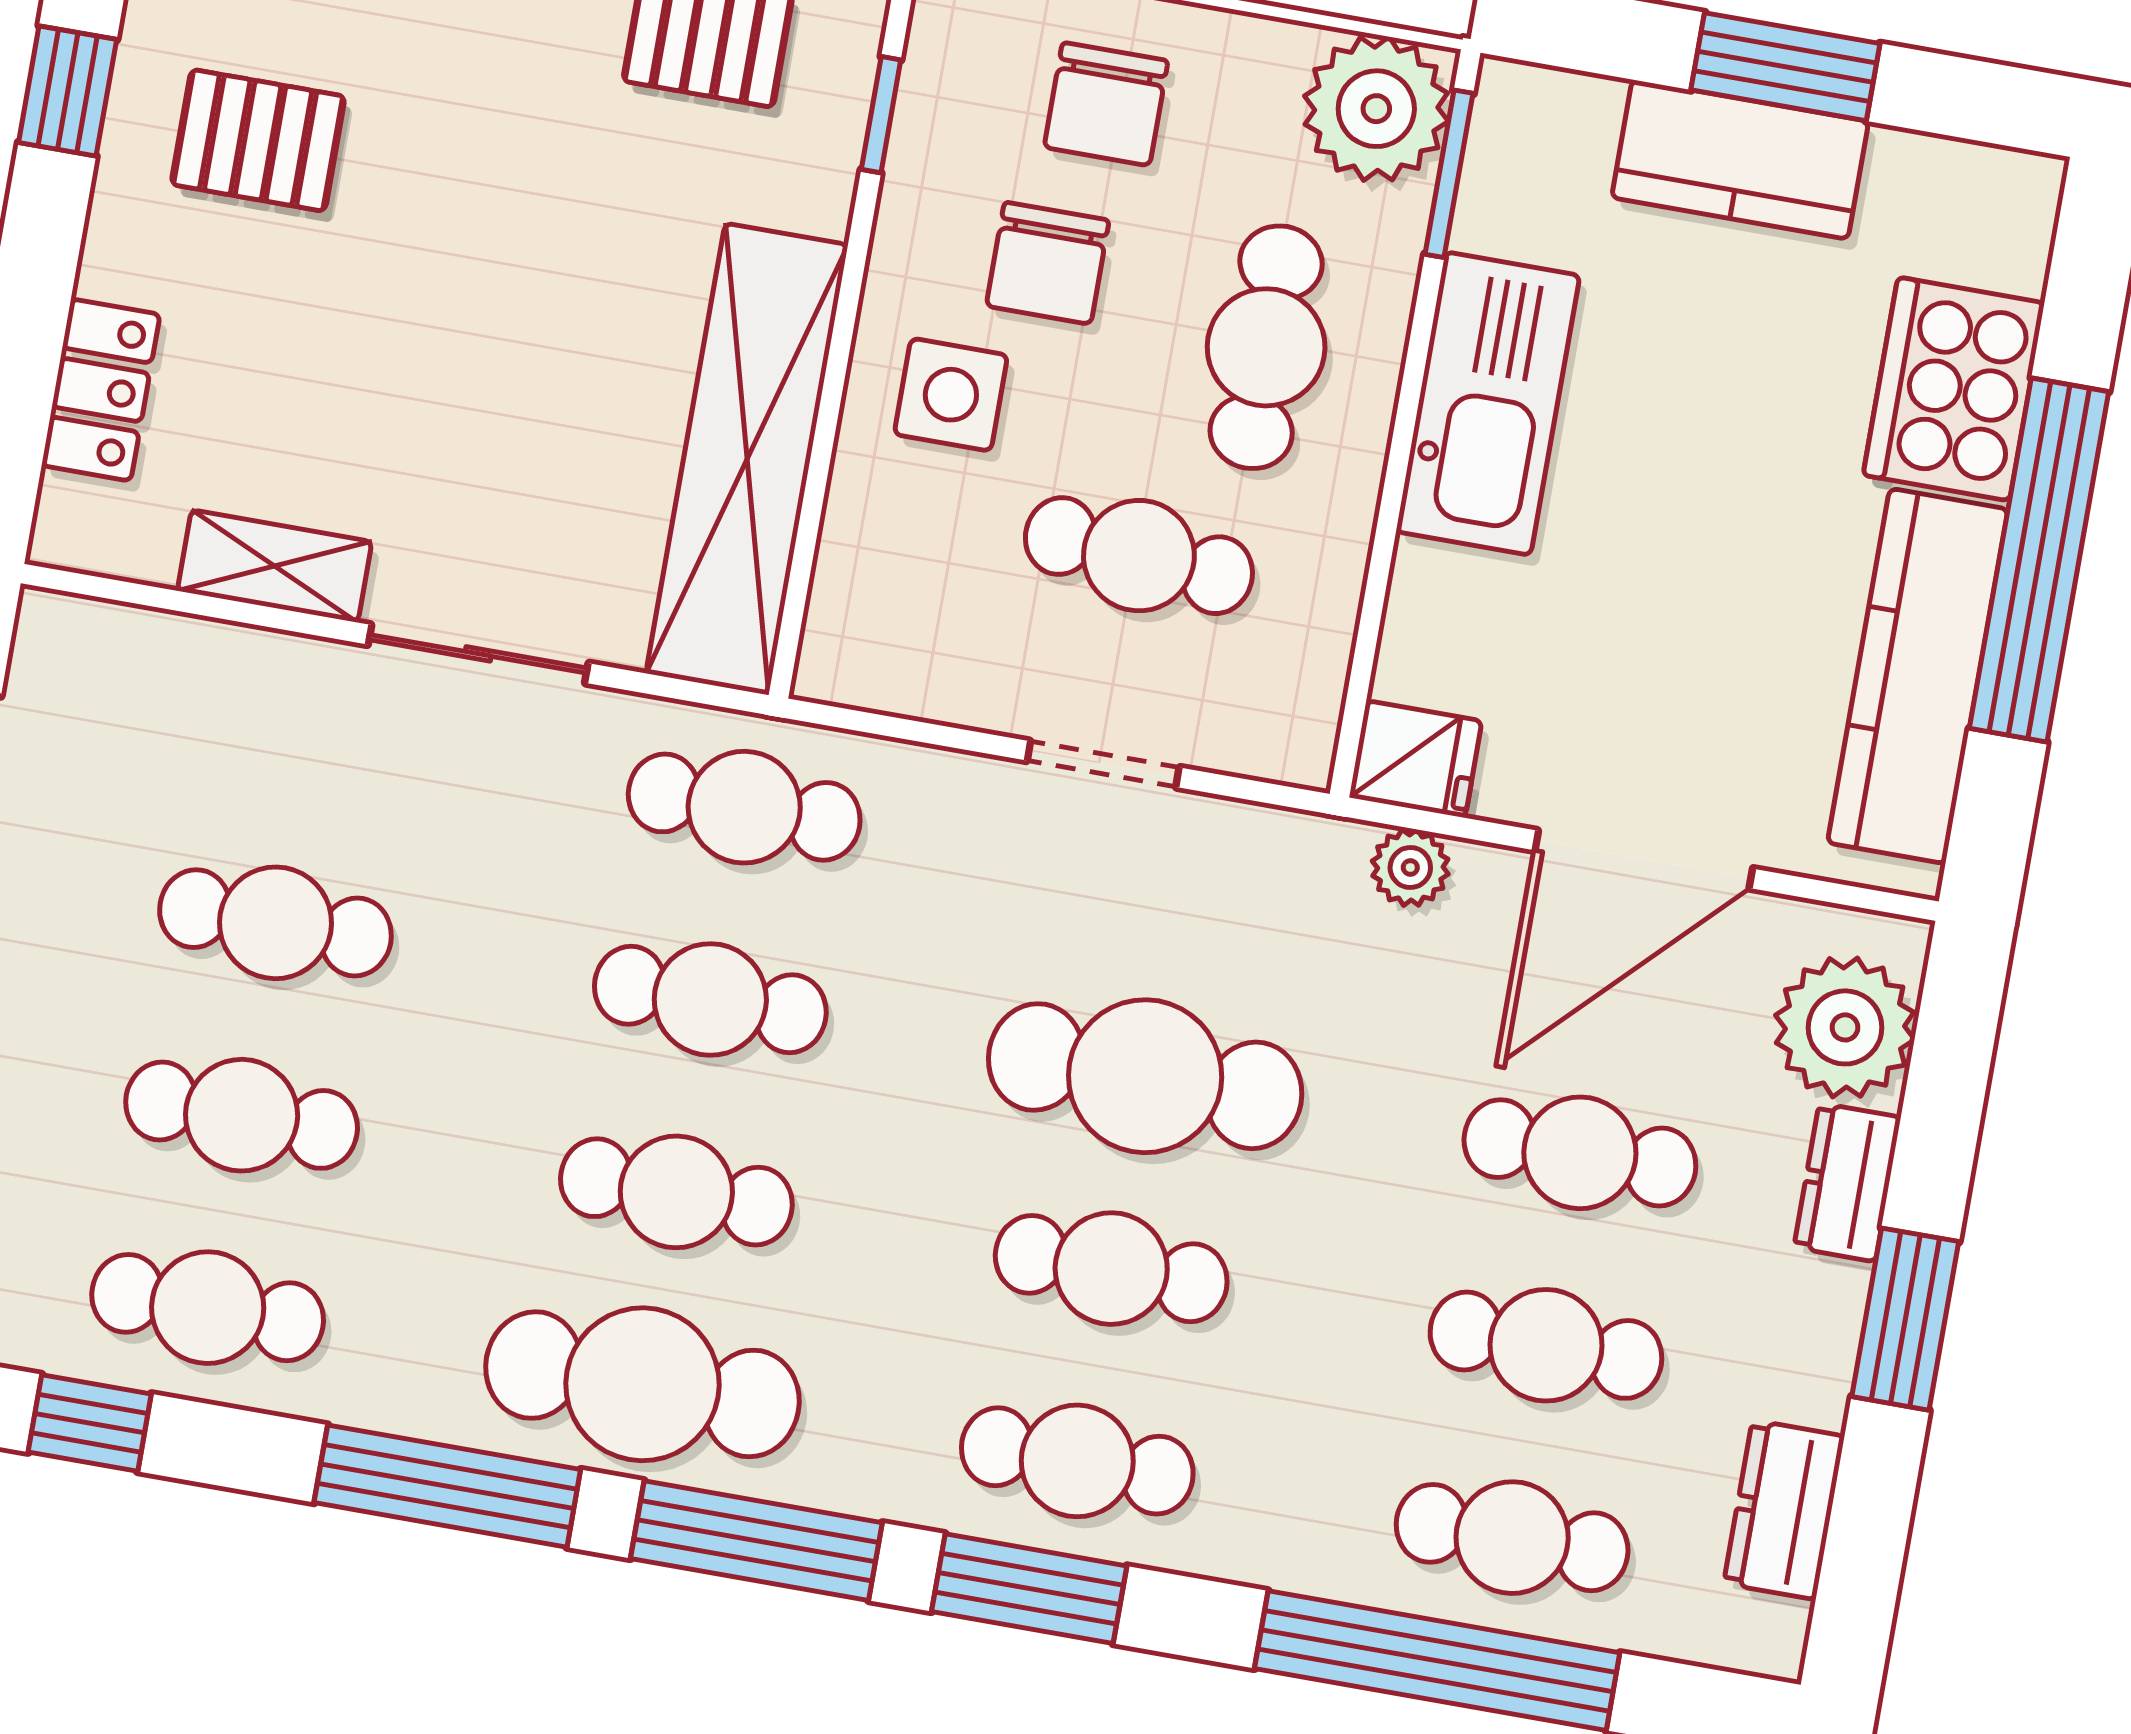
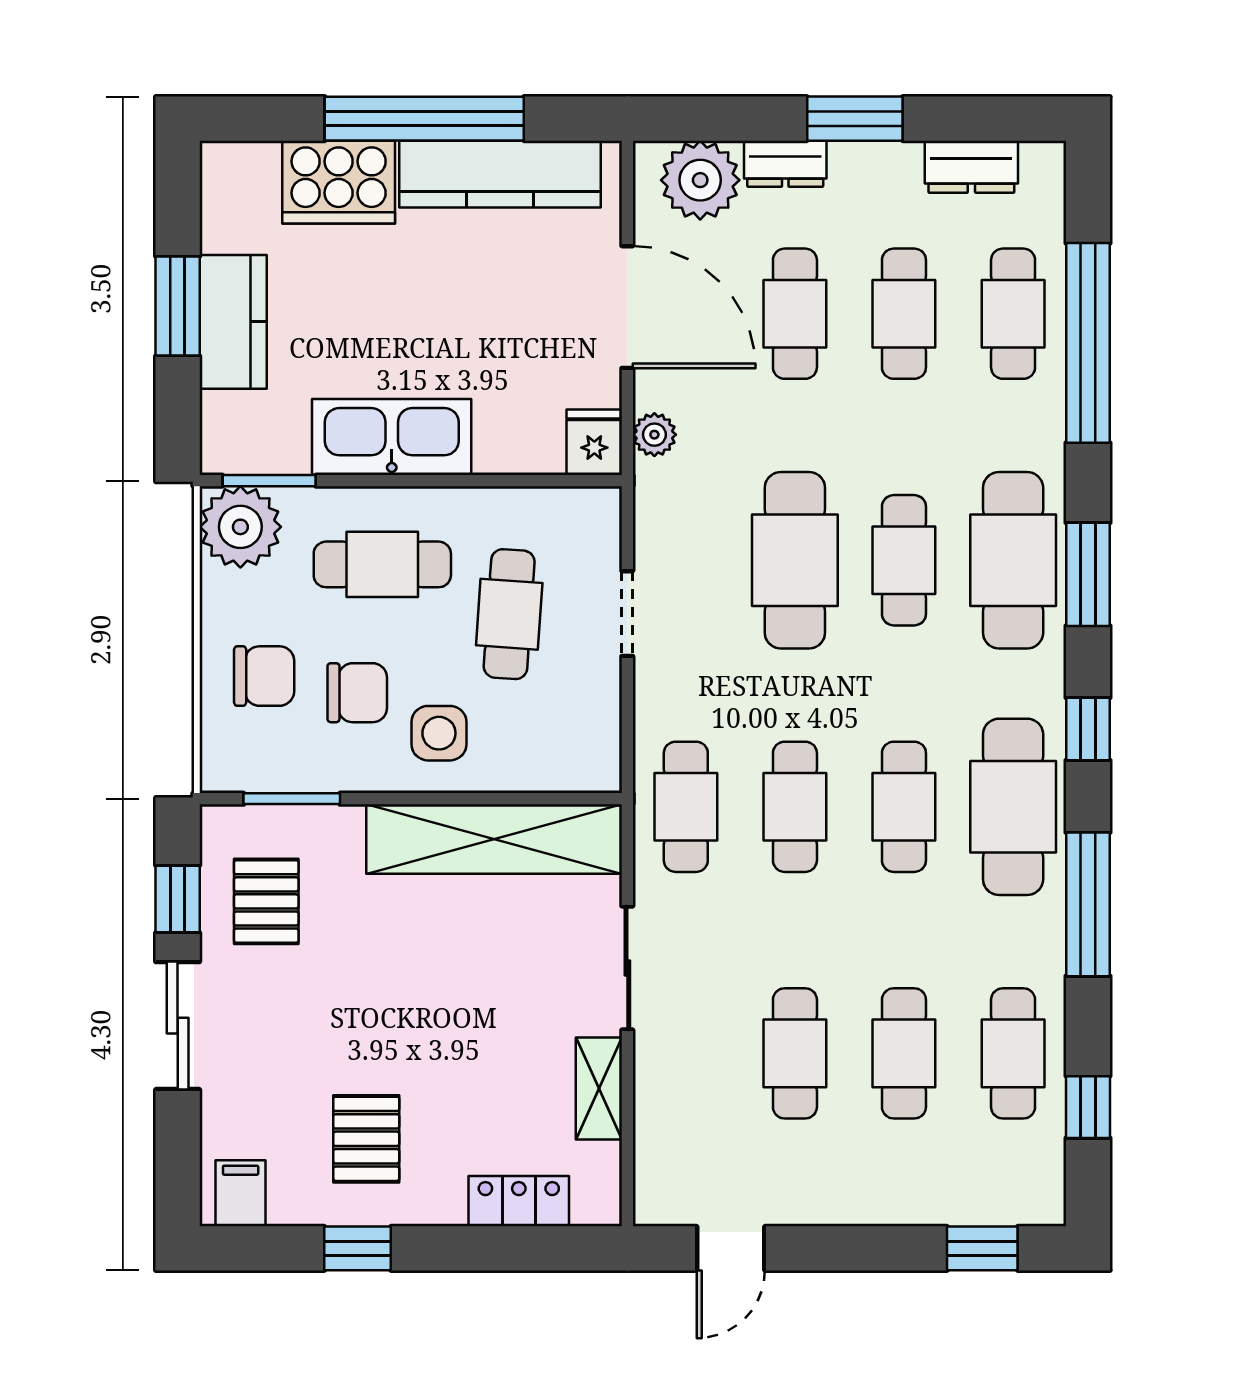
window: (881, 115) -> (292, 799), width x1.50
cafe table: (1077, 1461) -> (1013, 560), width x1.37, depth x1.35
window: (756, 1541) -> (1088, 729), width x0.46

